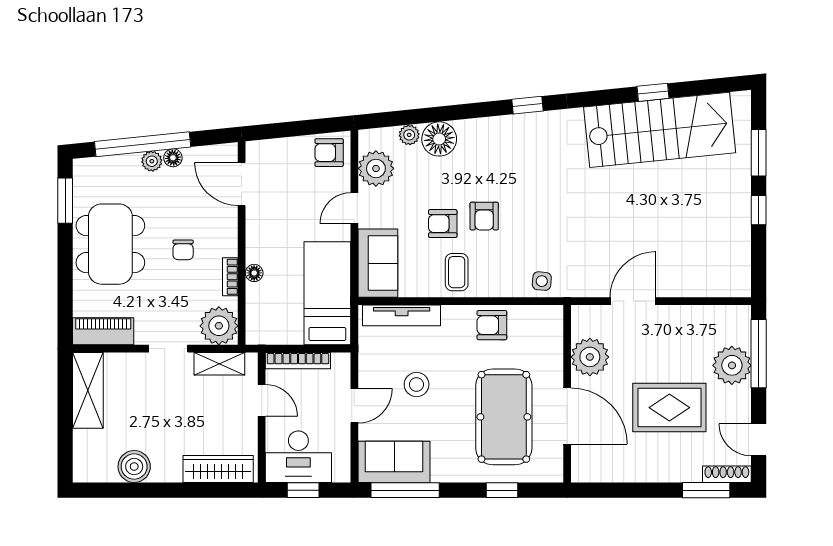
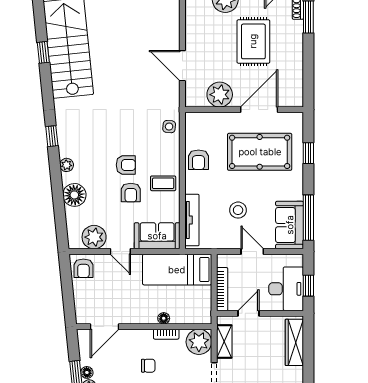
plant: (409, 135) -> (67, 165), moved

